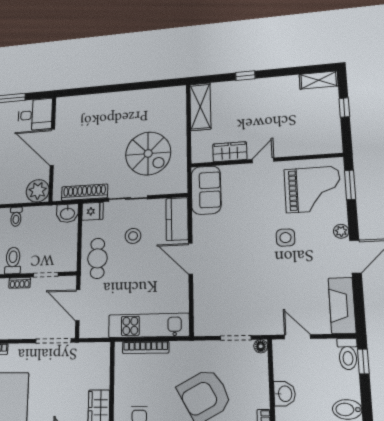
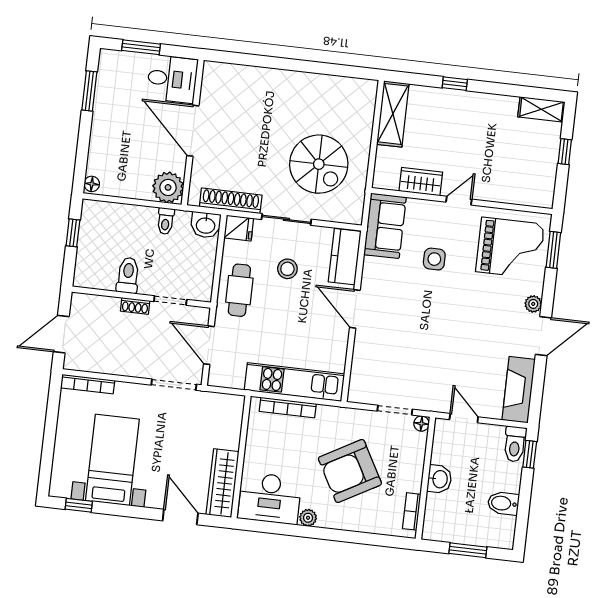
toilet: (16, 217) -> (166, 221), moved
side table: (286, 238) -> (434, 259), moved

